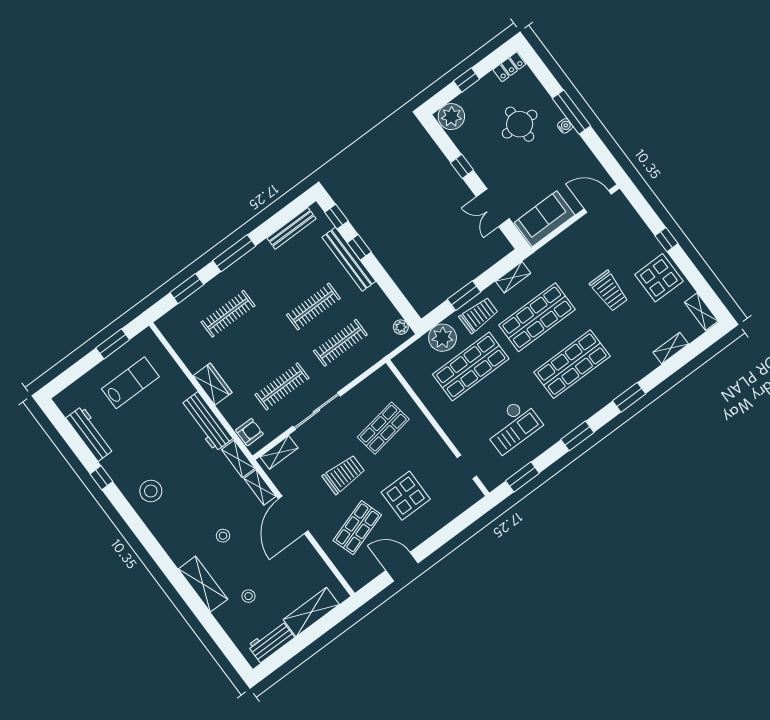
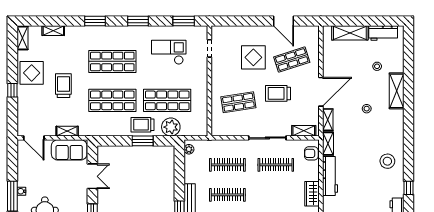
shelving: (513, 277) -> (67, 131), moved

